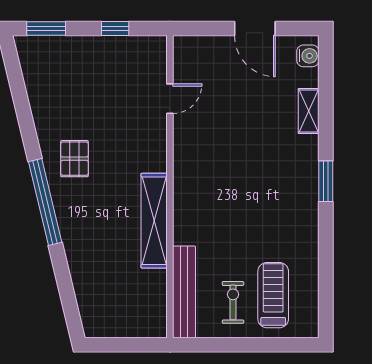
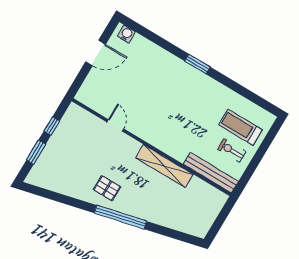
window: (46, 29) -> (36, 152), moved
door: (170, 99) -> (115, 125), moved
shelving: (309, 111) -> (155, 51), removed

